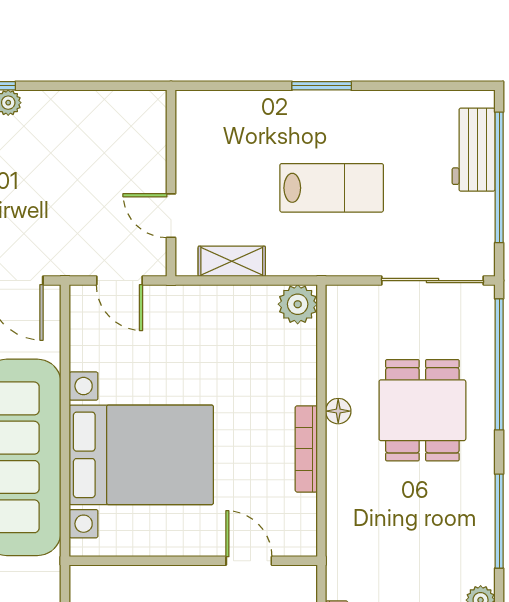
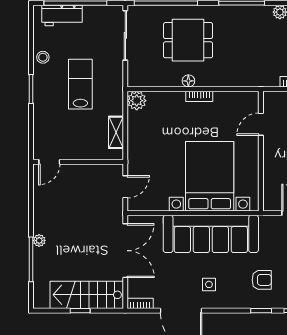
stool: (387, 110) -> (43, 57), added
door: (171, 216) -> (49, 162), moved
bookcase: (306, 449) -> (199, 96), width x0.64

